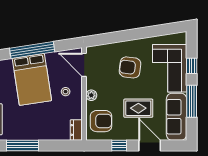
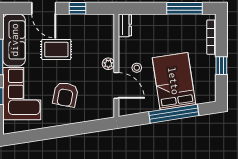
door: (84, 65) -> (116, 85), moved
armchair: (130, 67) -> (66, 95), turned 94
armchair: (101, 121) -> (98, 35), removed

